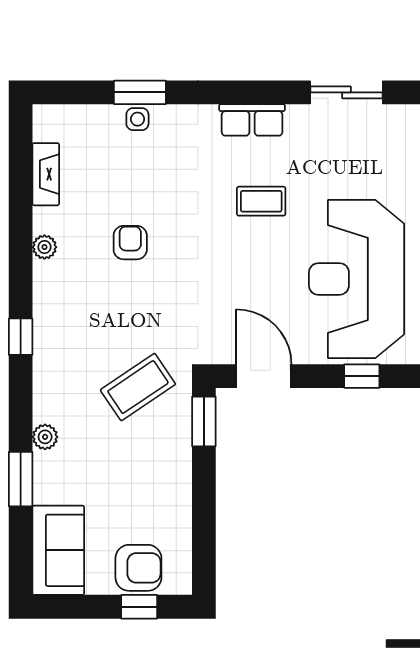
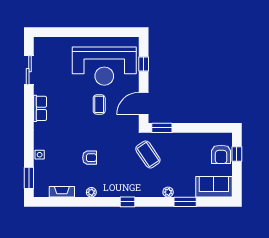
window: (140, 92) -> (29, 178), moved
coffee table: (261, 201) -> (99, 104), moved
armchair: (130, 243) -> (90, 158), turned 180
armchair: (138, 568) -> (221, 154), turned 180

